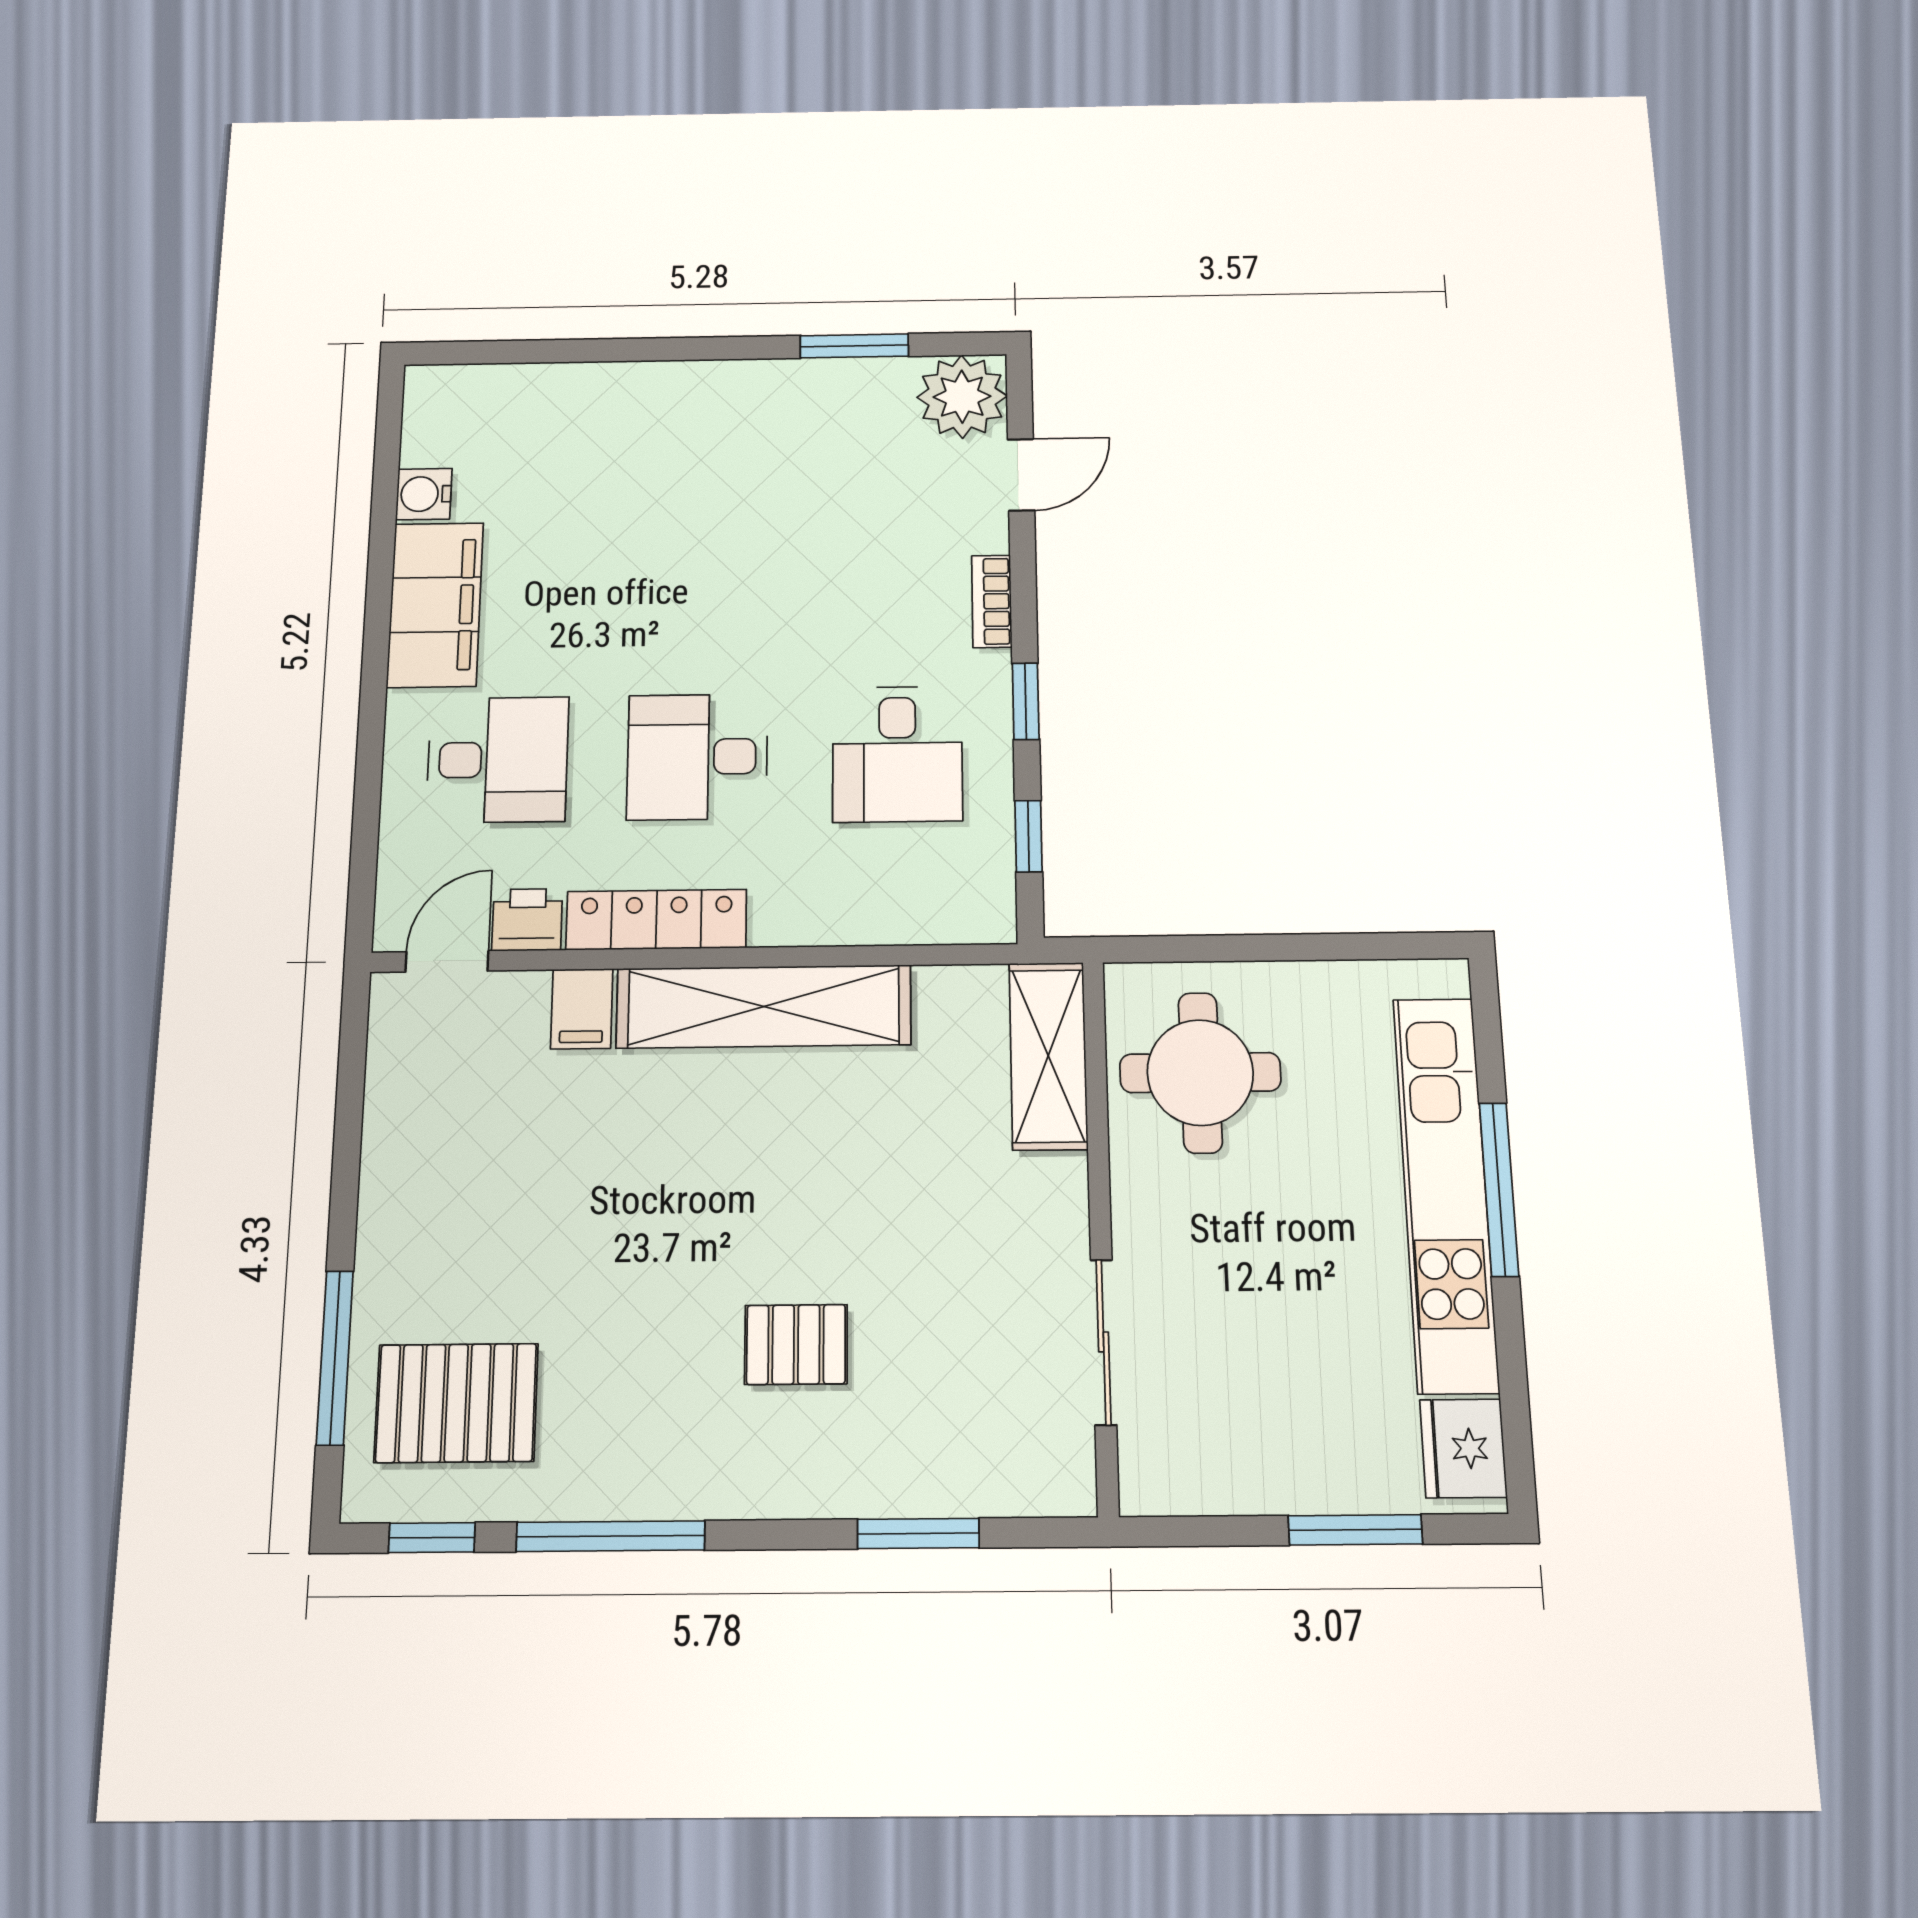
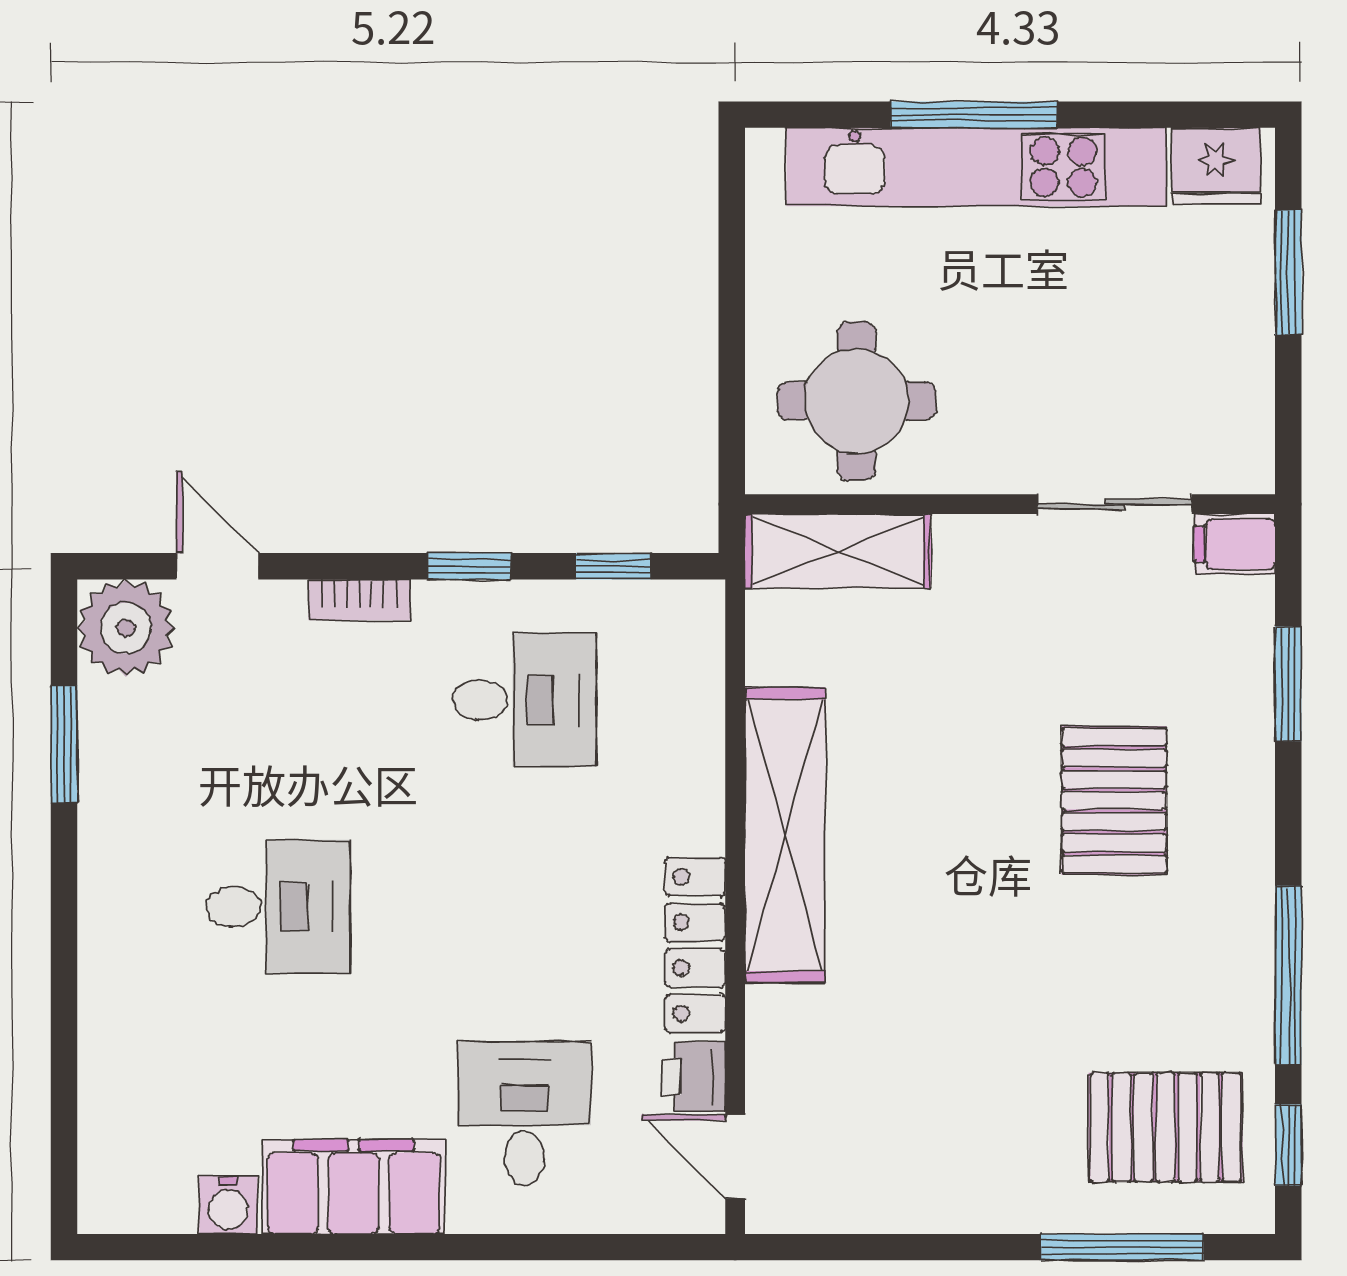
desk: (697, 757) -> (278, 907), moved, turned -90
filing cabinet: (582, 1009) -> (1235, 544), moved, turned 180
pallet: (796, 1344) -> (1114, 801), width x1.50, depth x1.42
pallet: (456, 1403) -> (1165, 1127), turned 90

